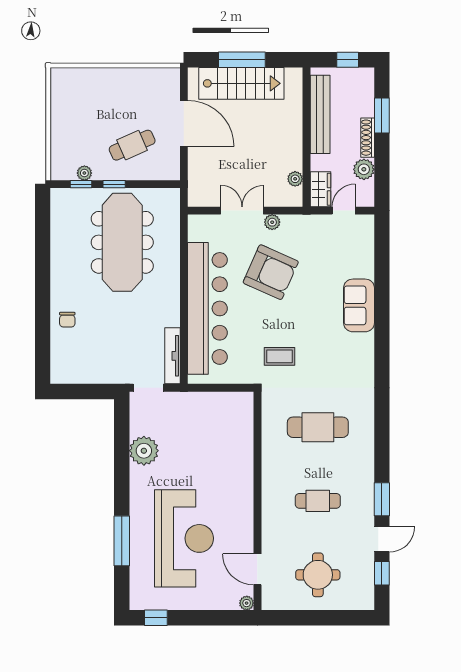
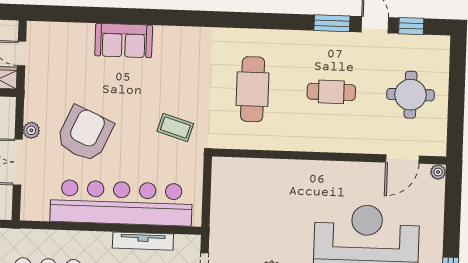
tv unit: (173, 356) -> (143, 241), moved
coffee table: (279, 356) -> (175, 128), turned -73
cafe table: (318, 501) -> (331, 92), turned 90

